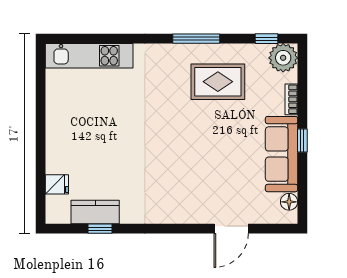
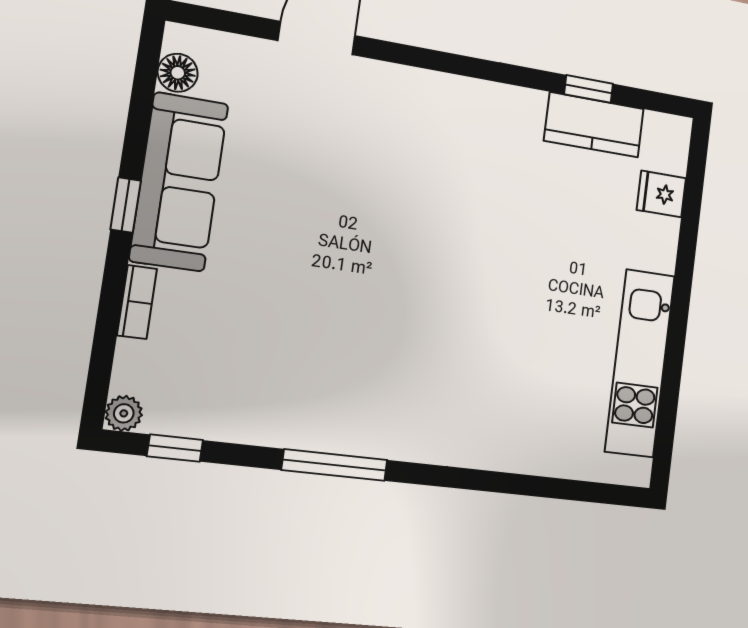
kitchen unit: (89, 56) -> (640, 363), moved, turned -90
plant: (283, 58) -> (124, 413), width x0.53, depth x0.53
rug: (218, 82) -> (300, 363), removed

